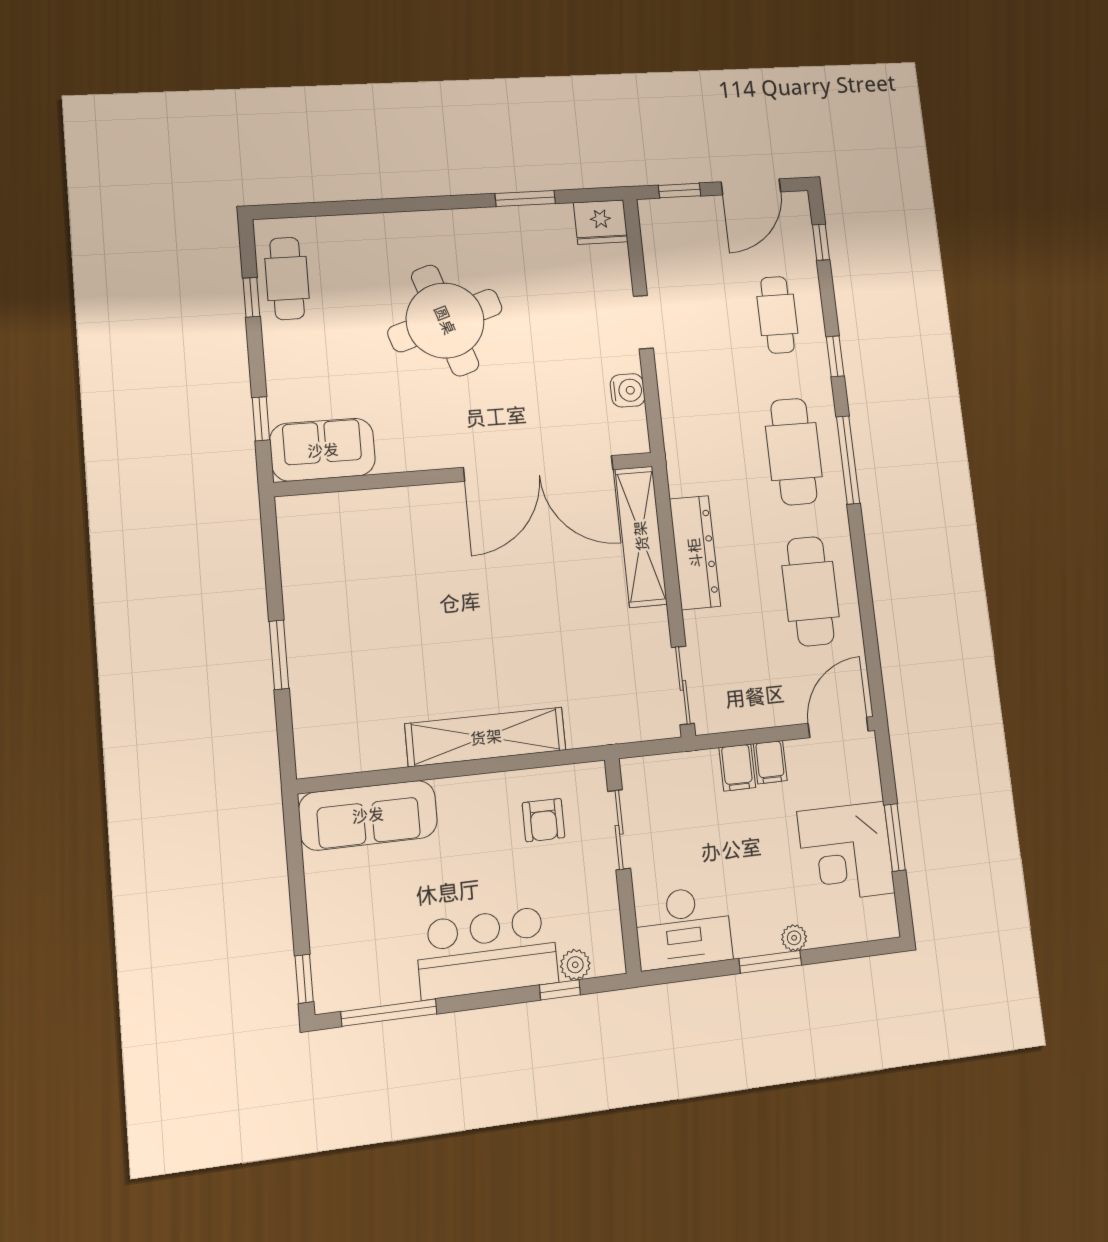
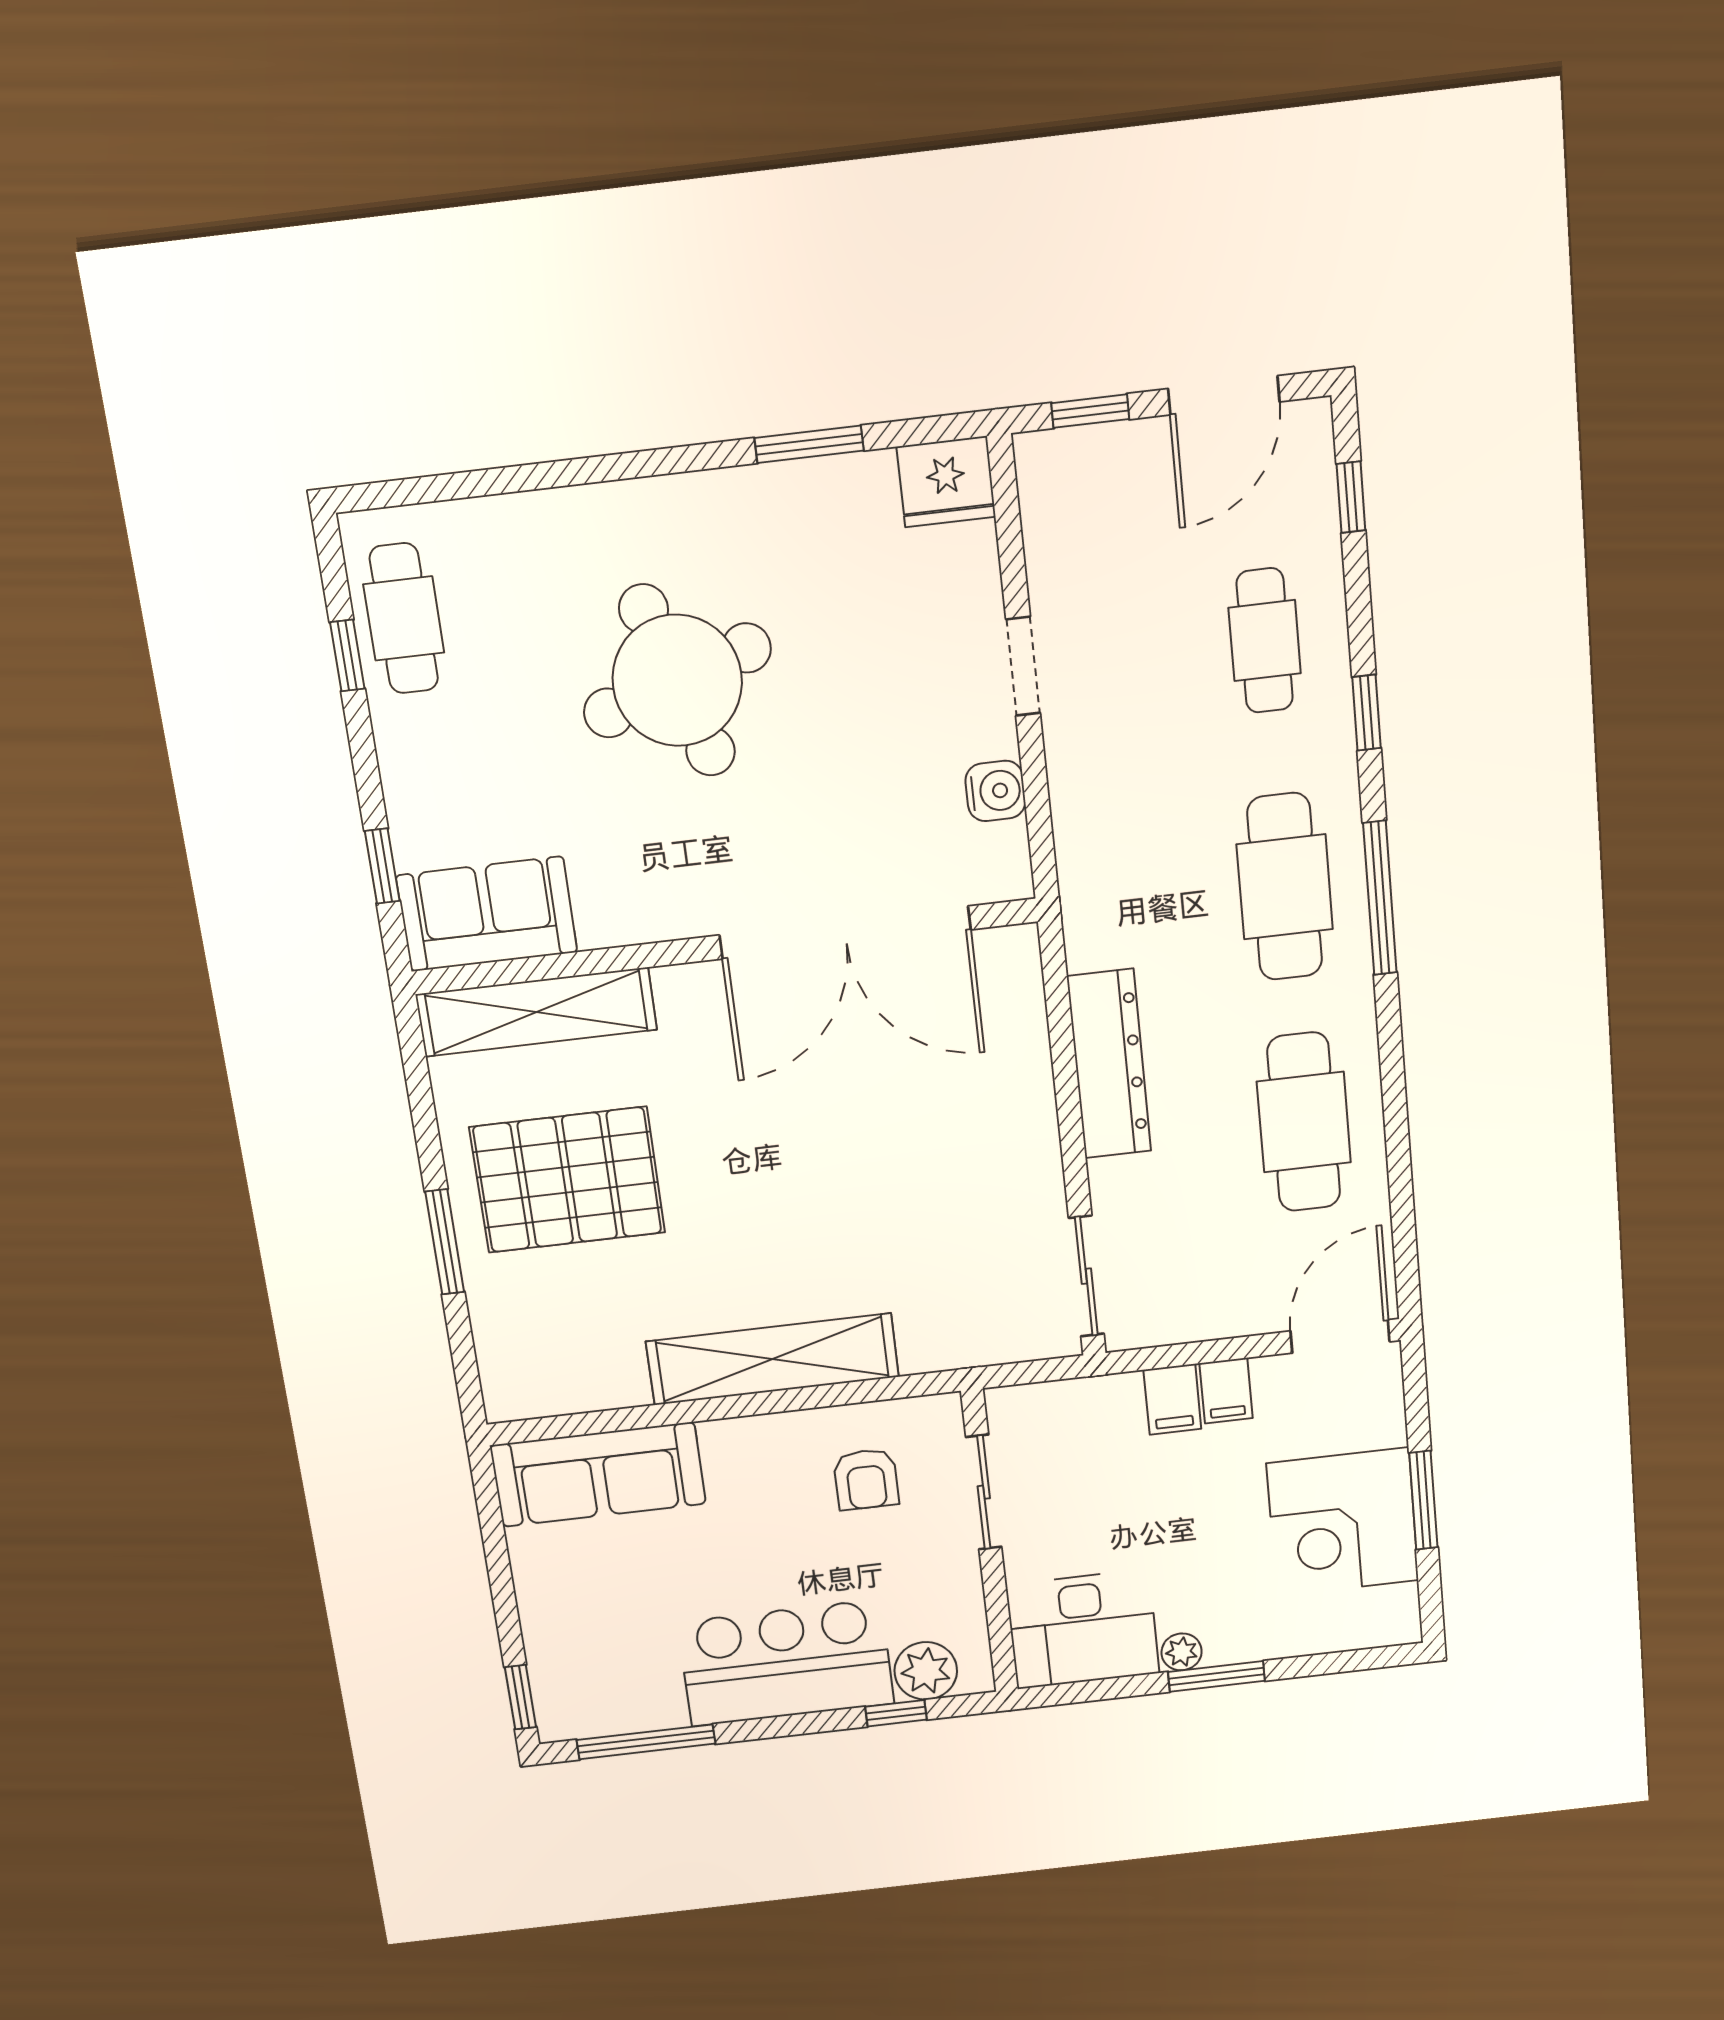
shelving: (641, 536) -> (536, 1012), moved, turned 90
pallet: (361, 616) -> (567, 1180), added
plant: (794, 938) -> (1182, 1652), moved
plant: (575, 965) -> (926, 1671), width x1.38, depth x1.38

